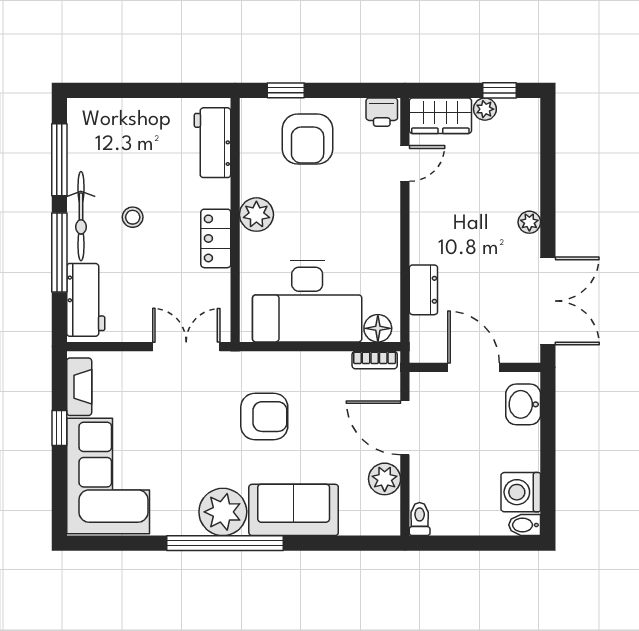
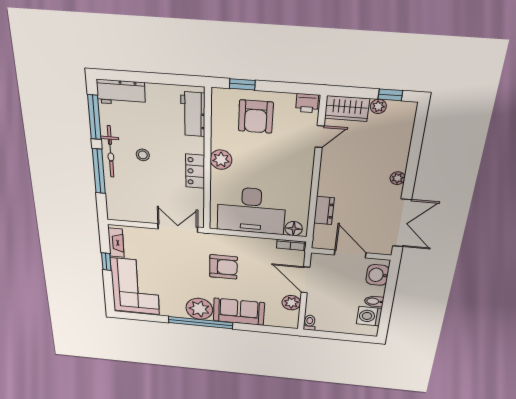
workbench: (86, 300) -> (121, 93), moved, turned 90
bidet: (525, 525) -> (374, 301), moved

